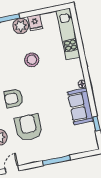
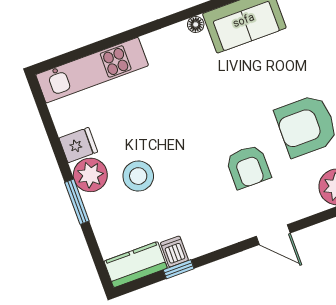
stool: (32, 60) -> (138, 176), moved

